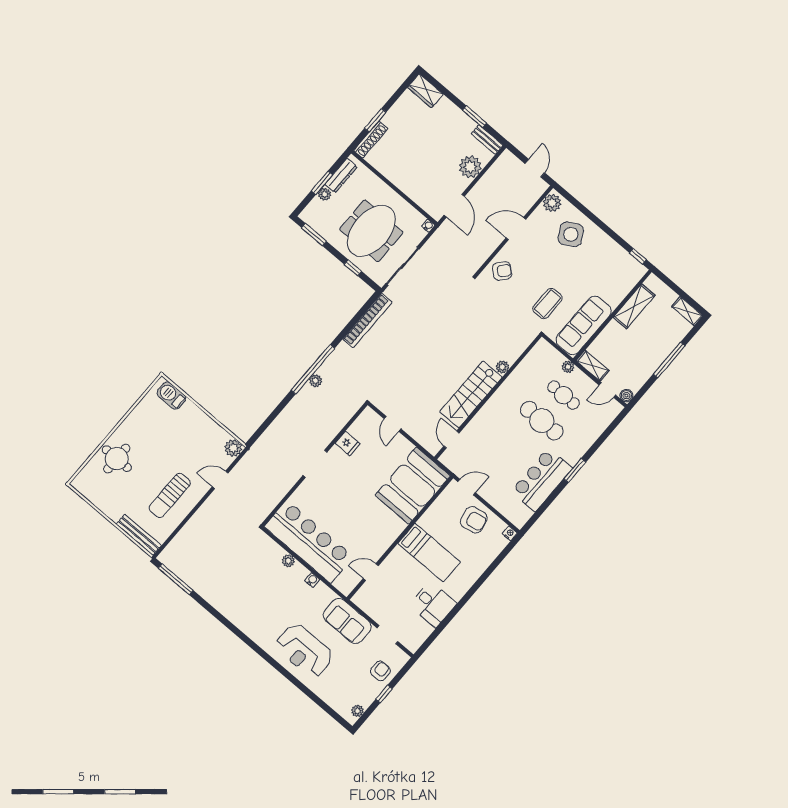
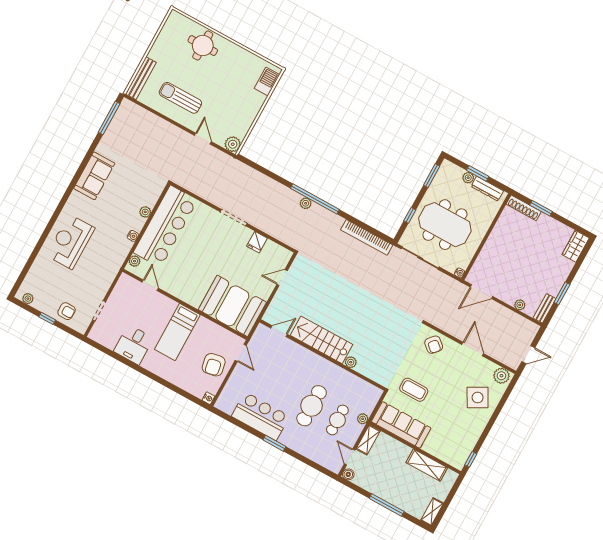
plant: (470, 167) -> (520, 305), width x0.53, depth x0.53
plant: (340, 584) -> (135, 261), added
sofa: (347, 621) -> (94, 176), moved, turned 180

